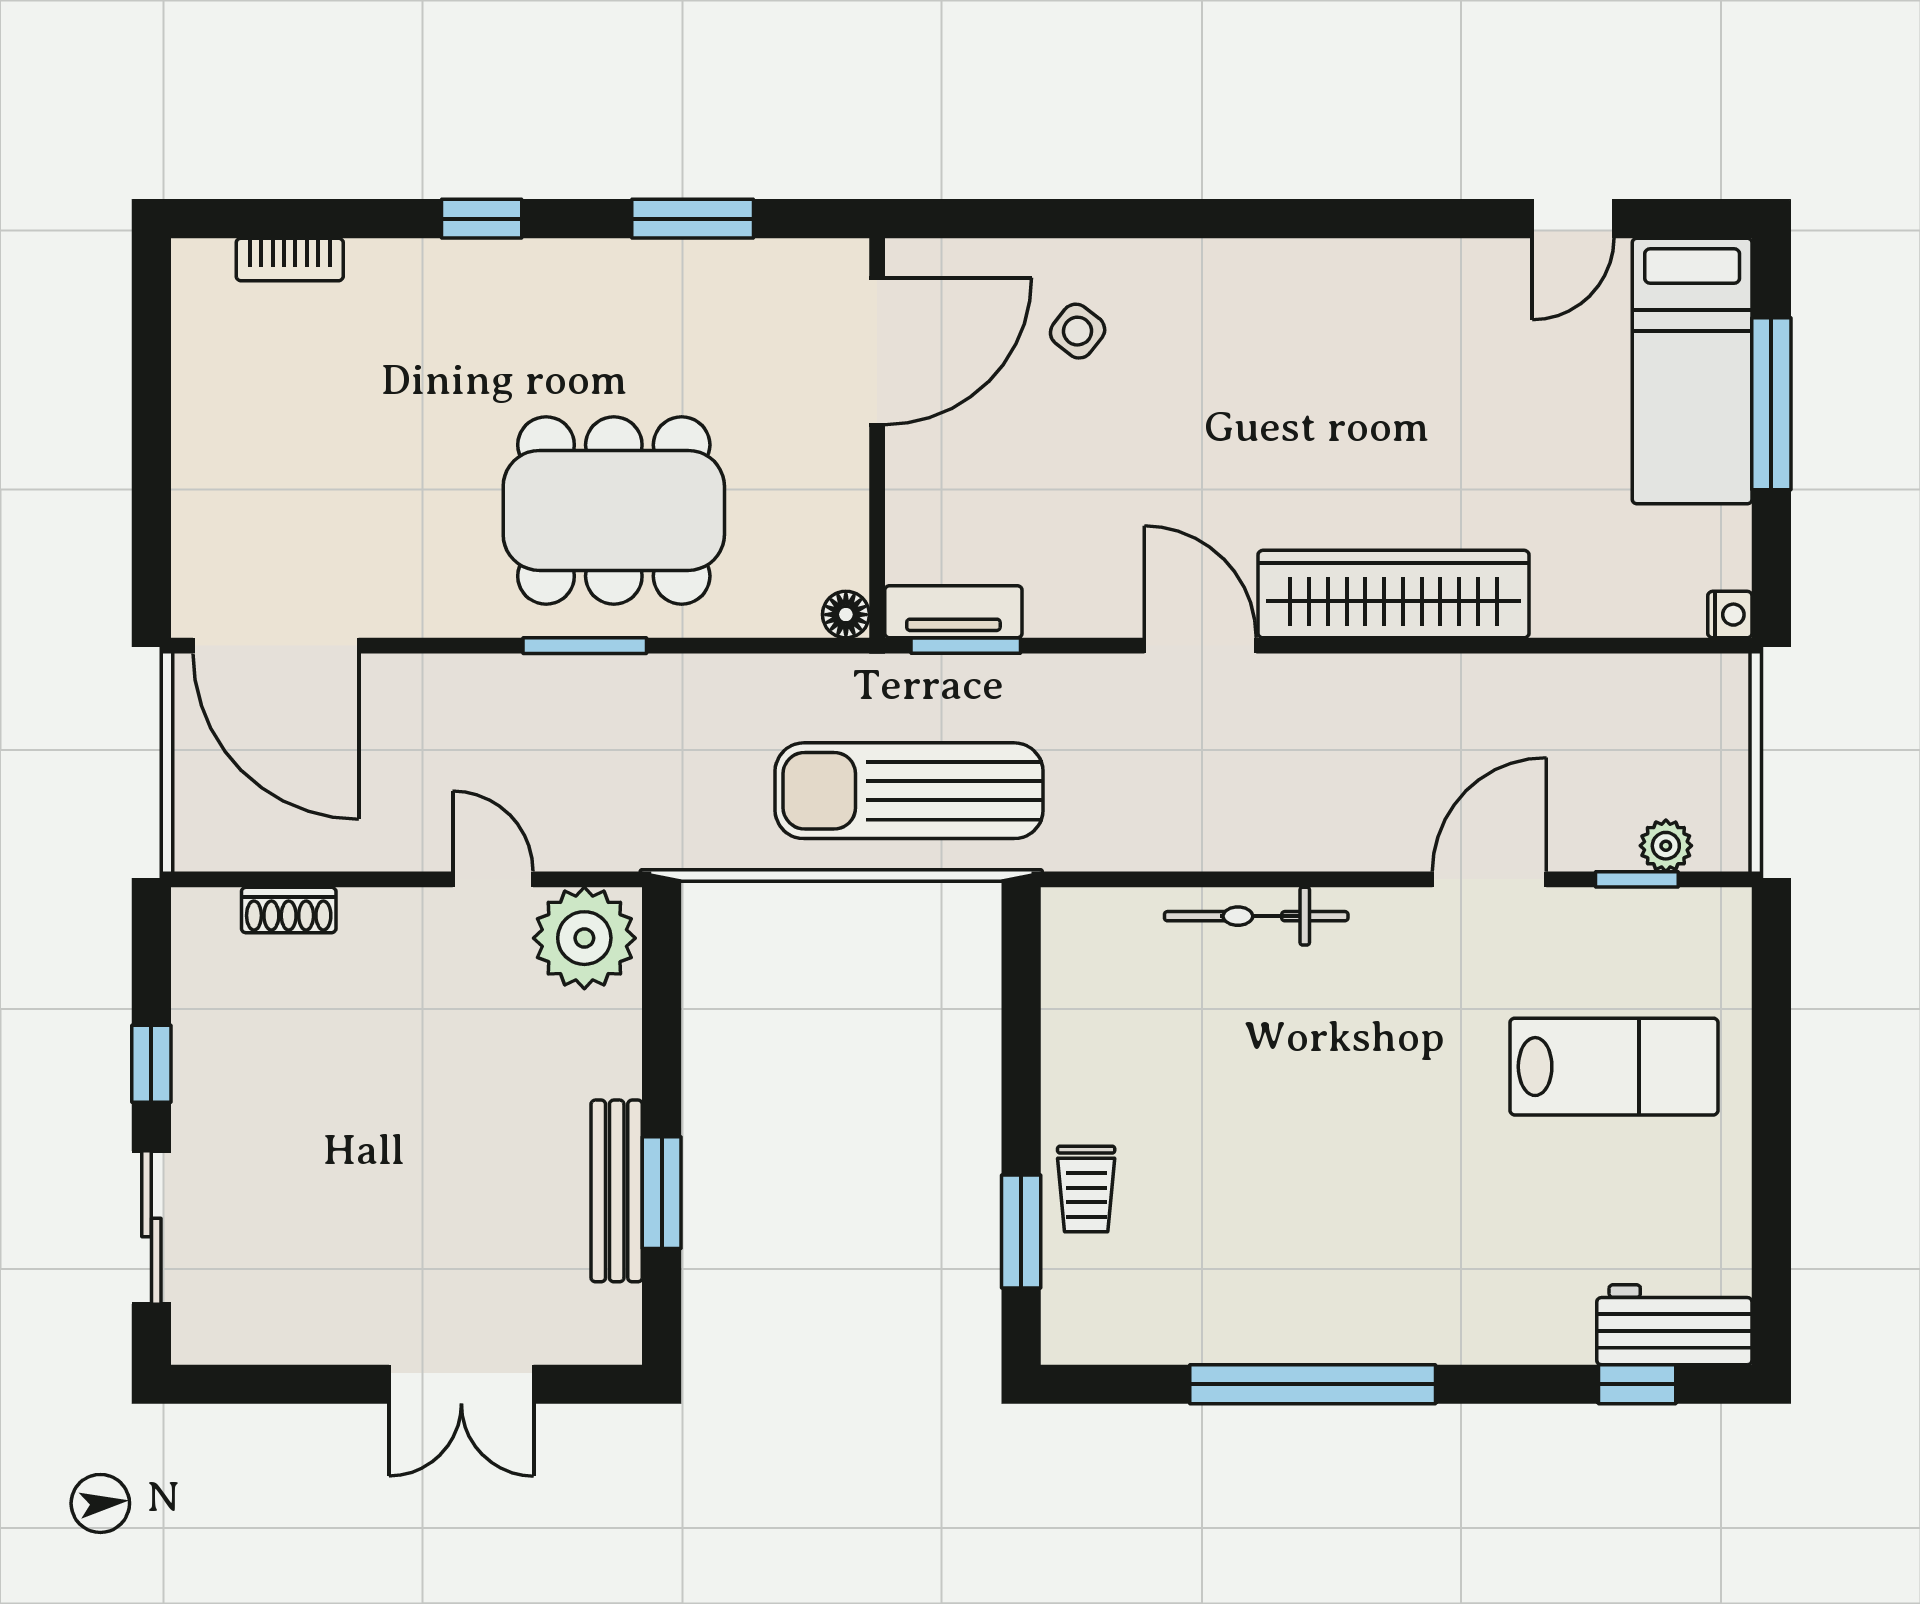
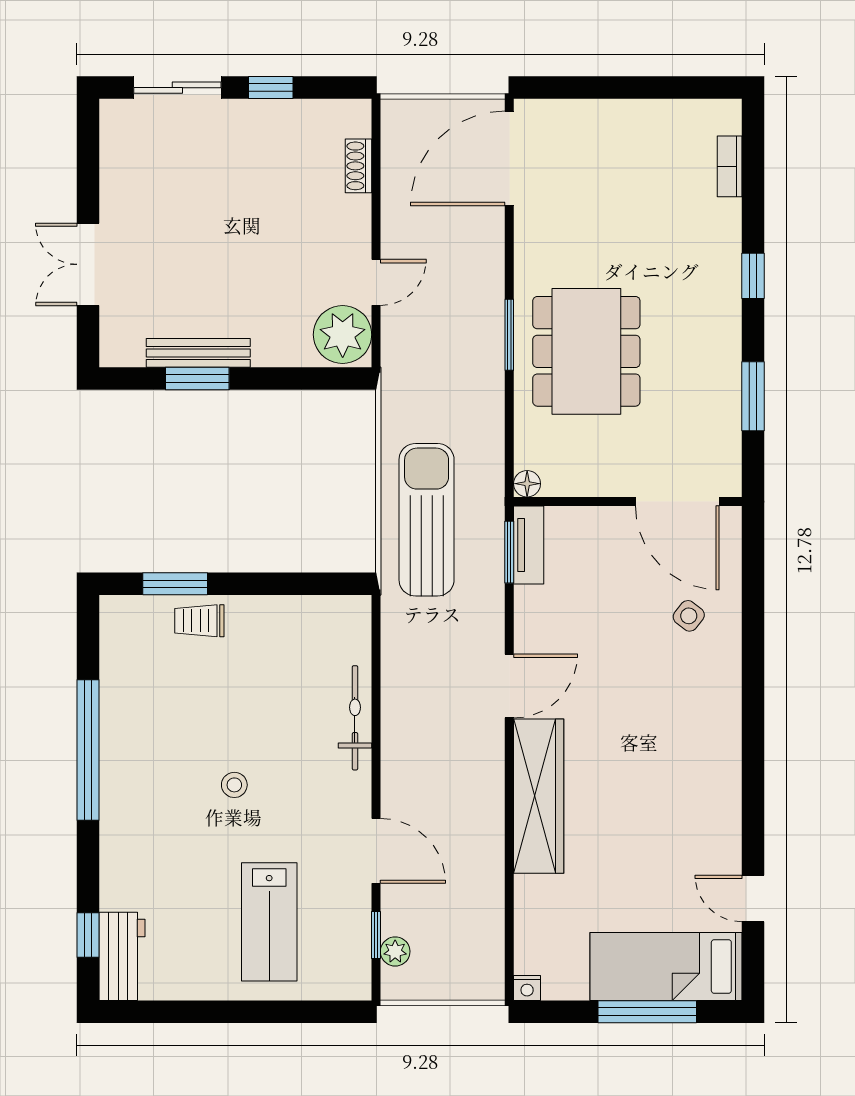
stool: (1374, 1128) -> (234, 785), added

